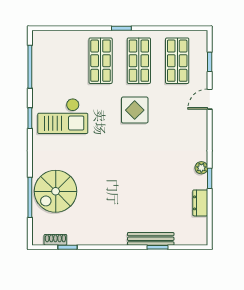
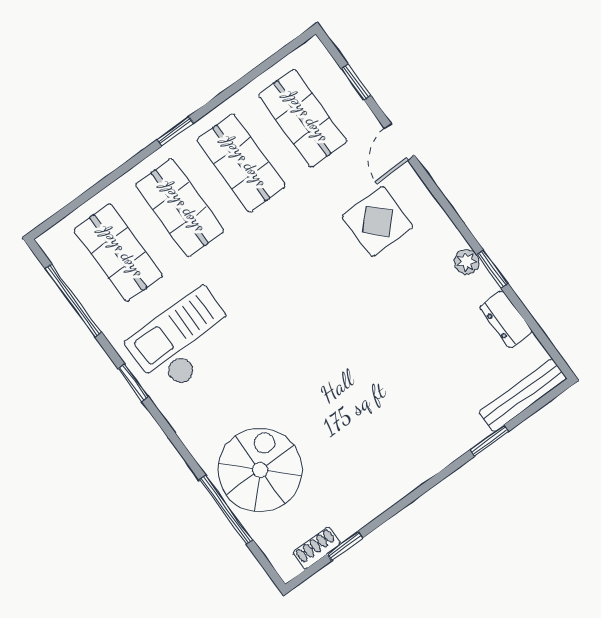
shop shelf: (62, 61) -> (118, 253), added
display table: (135, 110) -> (378, 221), moved
checkout: (63, 116) -> (184, 341), turned 180
spiral stairs: (56, 191) -> (260, 470), turned 180
bench: (151, 239) -> (523, 395), moved

